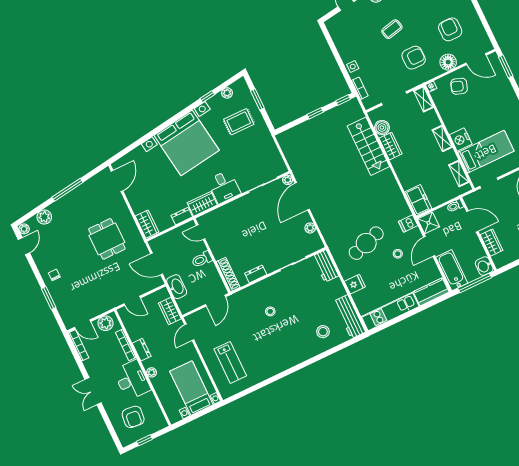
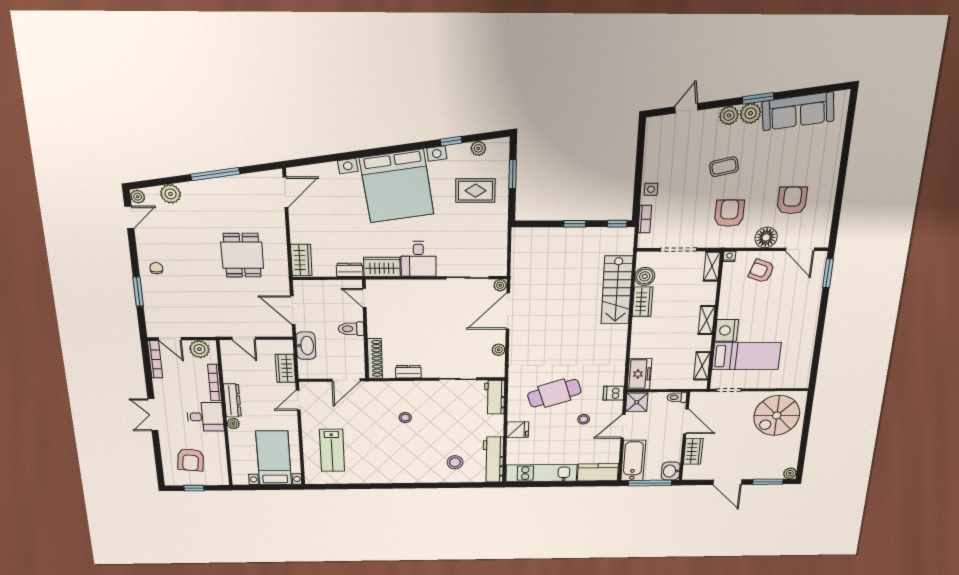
armchair: (414, 58) -> (729, 213), turned -90
dresser: (142, 350) -> (232, 400), width x1.44
desk: (132, 380) -> (205, 417), width x0.73

